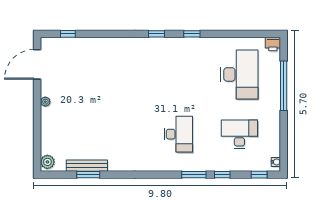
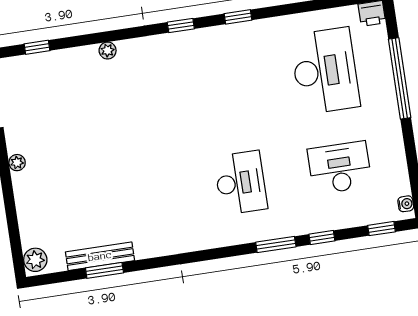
plant: (110, 42) -> (108, 50), added

